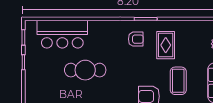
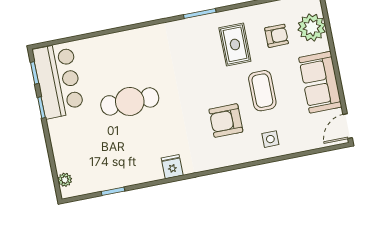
bar counter: (62, 34) -> (58, 81), moved, turned -90
armchair: (136, 39) -> (277, 36), moved

